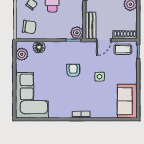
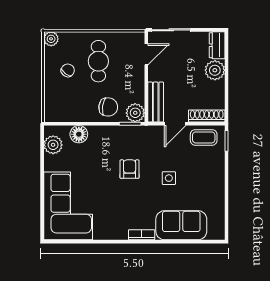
chair: (29, 27) -> (108, 107), moved
sofa: (127, 101) -> (181, 225), moved, turned 90

